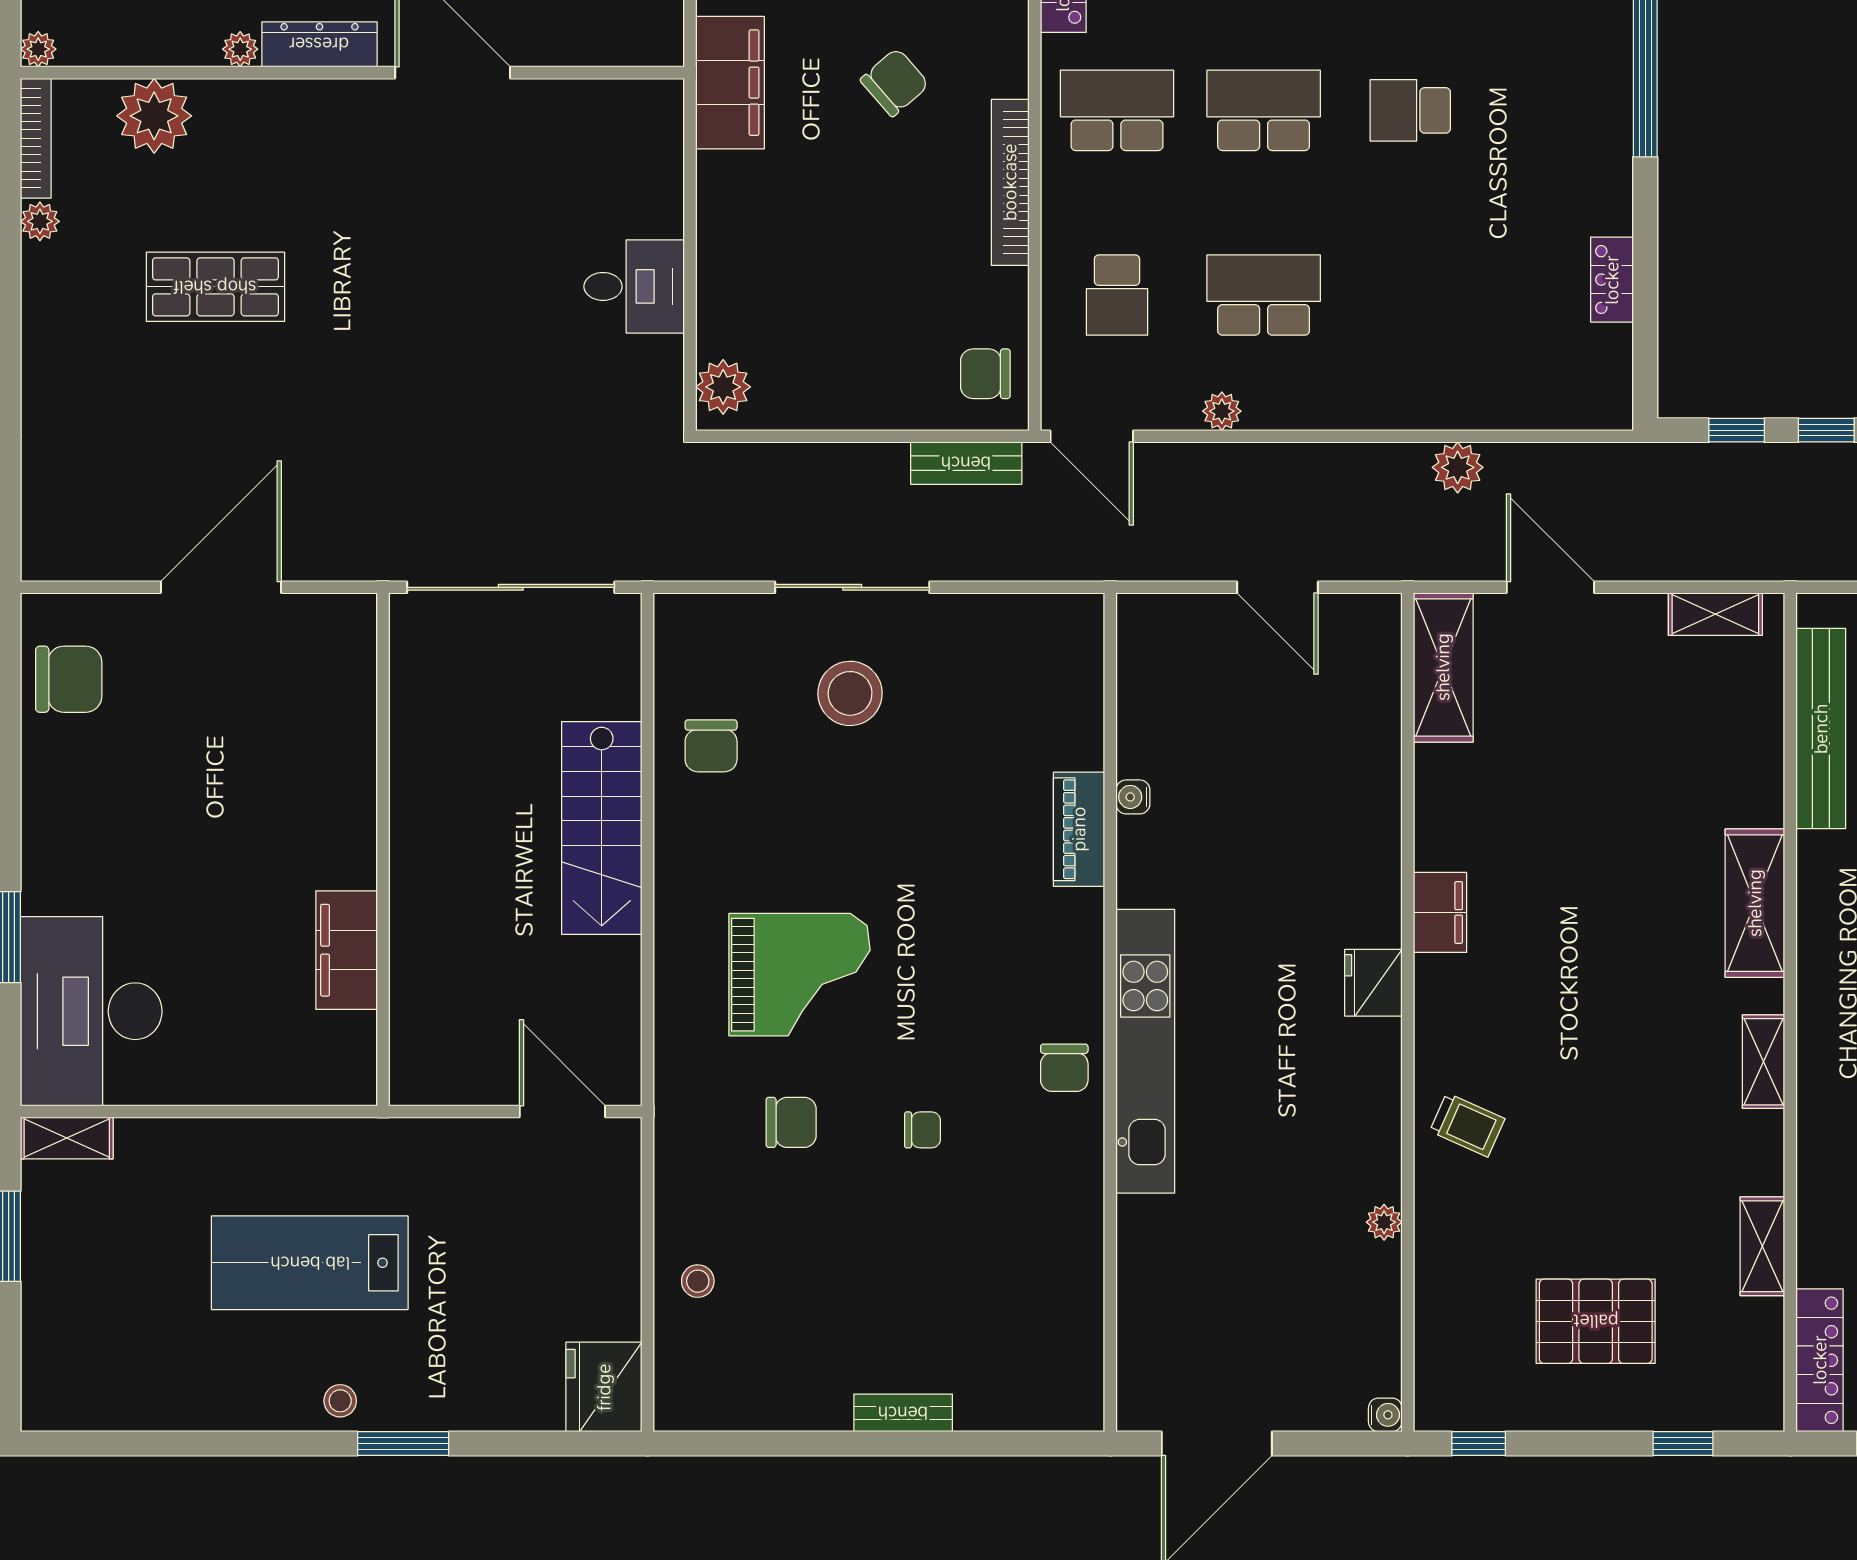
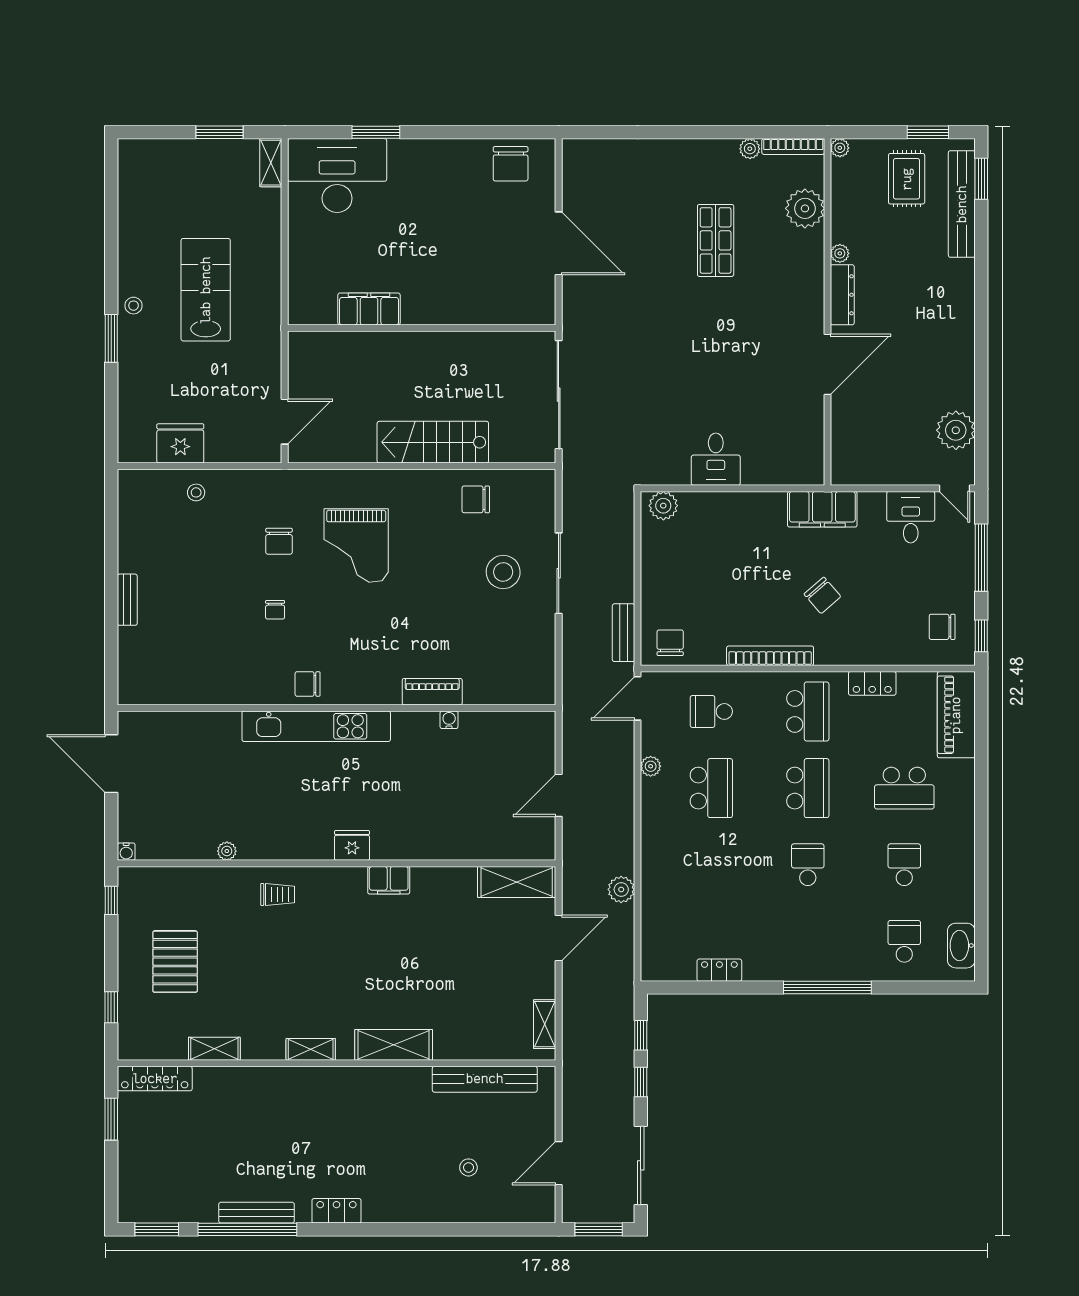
trolley: (1467, 1125) -> (278, 894), turned -114
fridge: (604, 1387) -> (180, 443), moved

